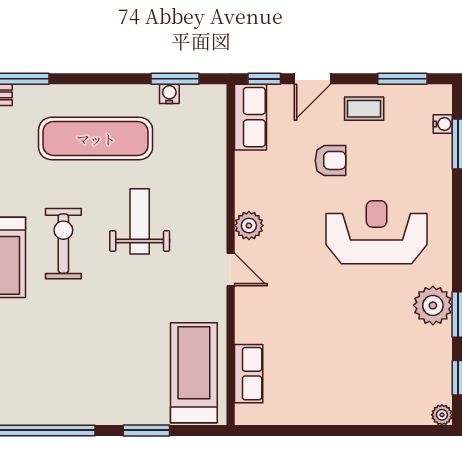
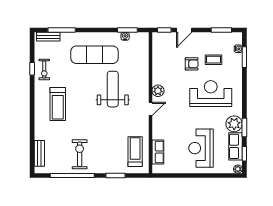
coffee table: (364, 109) -> (214, 60), moved
row of seats: (251, 117) -> (236, 146), moved, turned 180
weight bench: (140, 221) -> (113, 89), width x1.36, depth x1.33
exercise bike: (63, 244) -> (80, 154), moved
door: (231, 270) -> (150, 109), hinge flipped
reception desk: (353, 364) -> (201, 148), added
treadmill: (194, 373) -> (135, 152), width x0.73, depth x0.73

